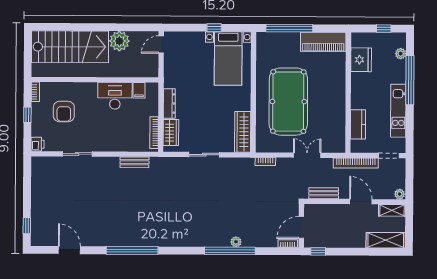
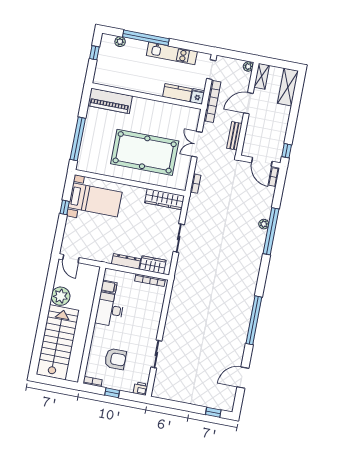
piano: (323, 42) -> (110, 101), moved, turned 90
fridge: (361, 60) -> (198, 96), moved, width x0.53, depth x0.75
bench: (134, 162) -> (174, 303), removed

